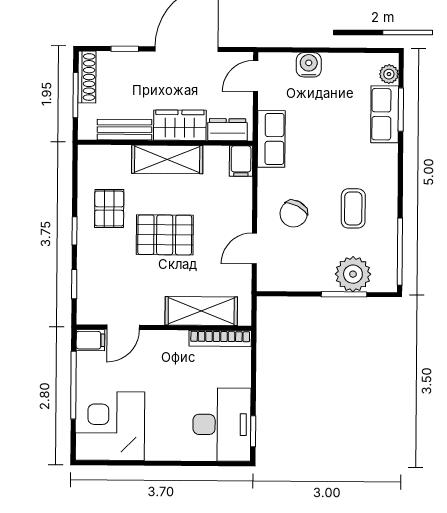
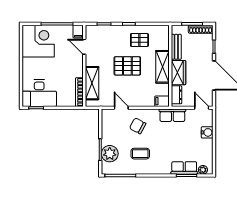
pallet: (165, 235) -> (127, 66), turned 90

